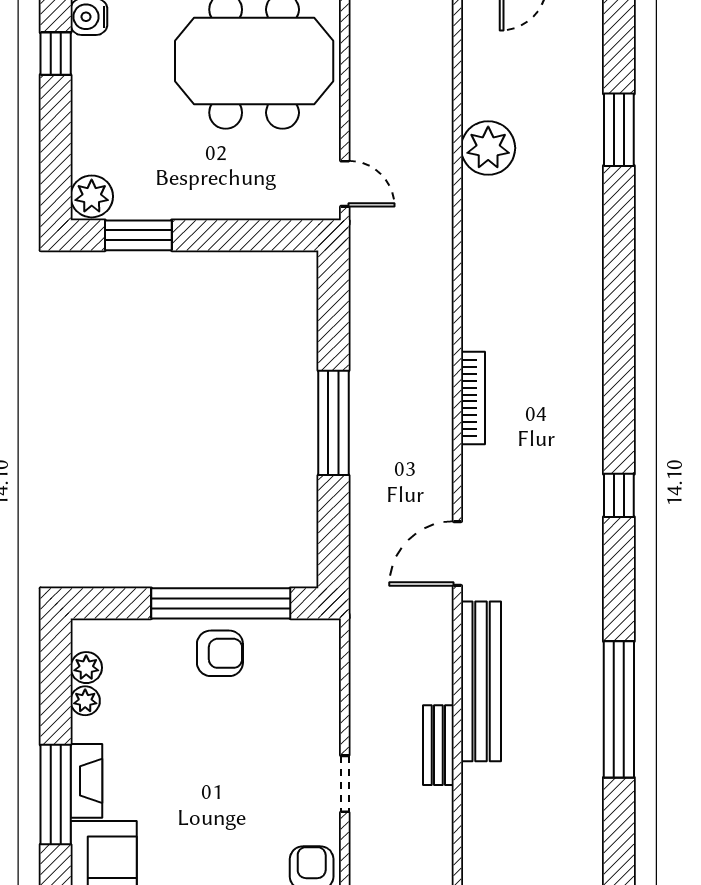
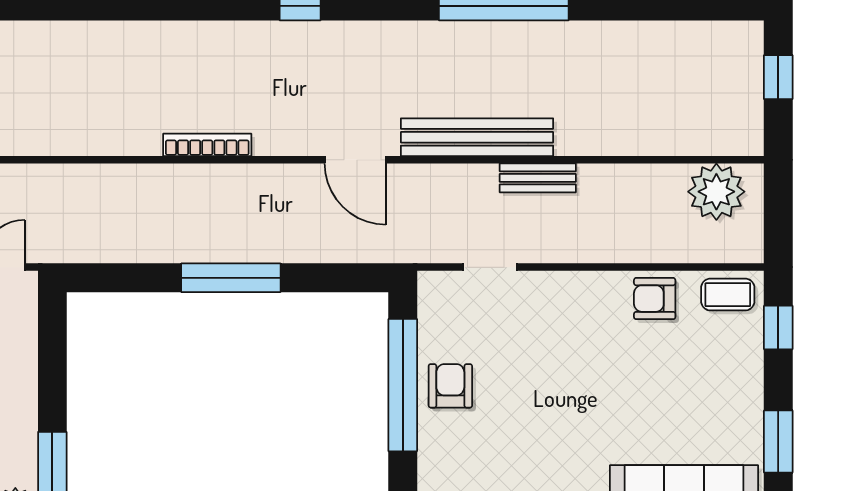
doorway: (345, 784) -> (490, 267), moved

